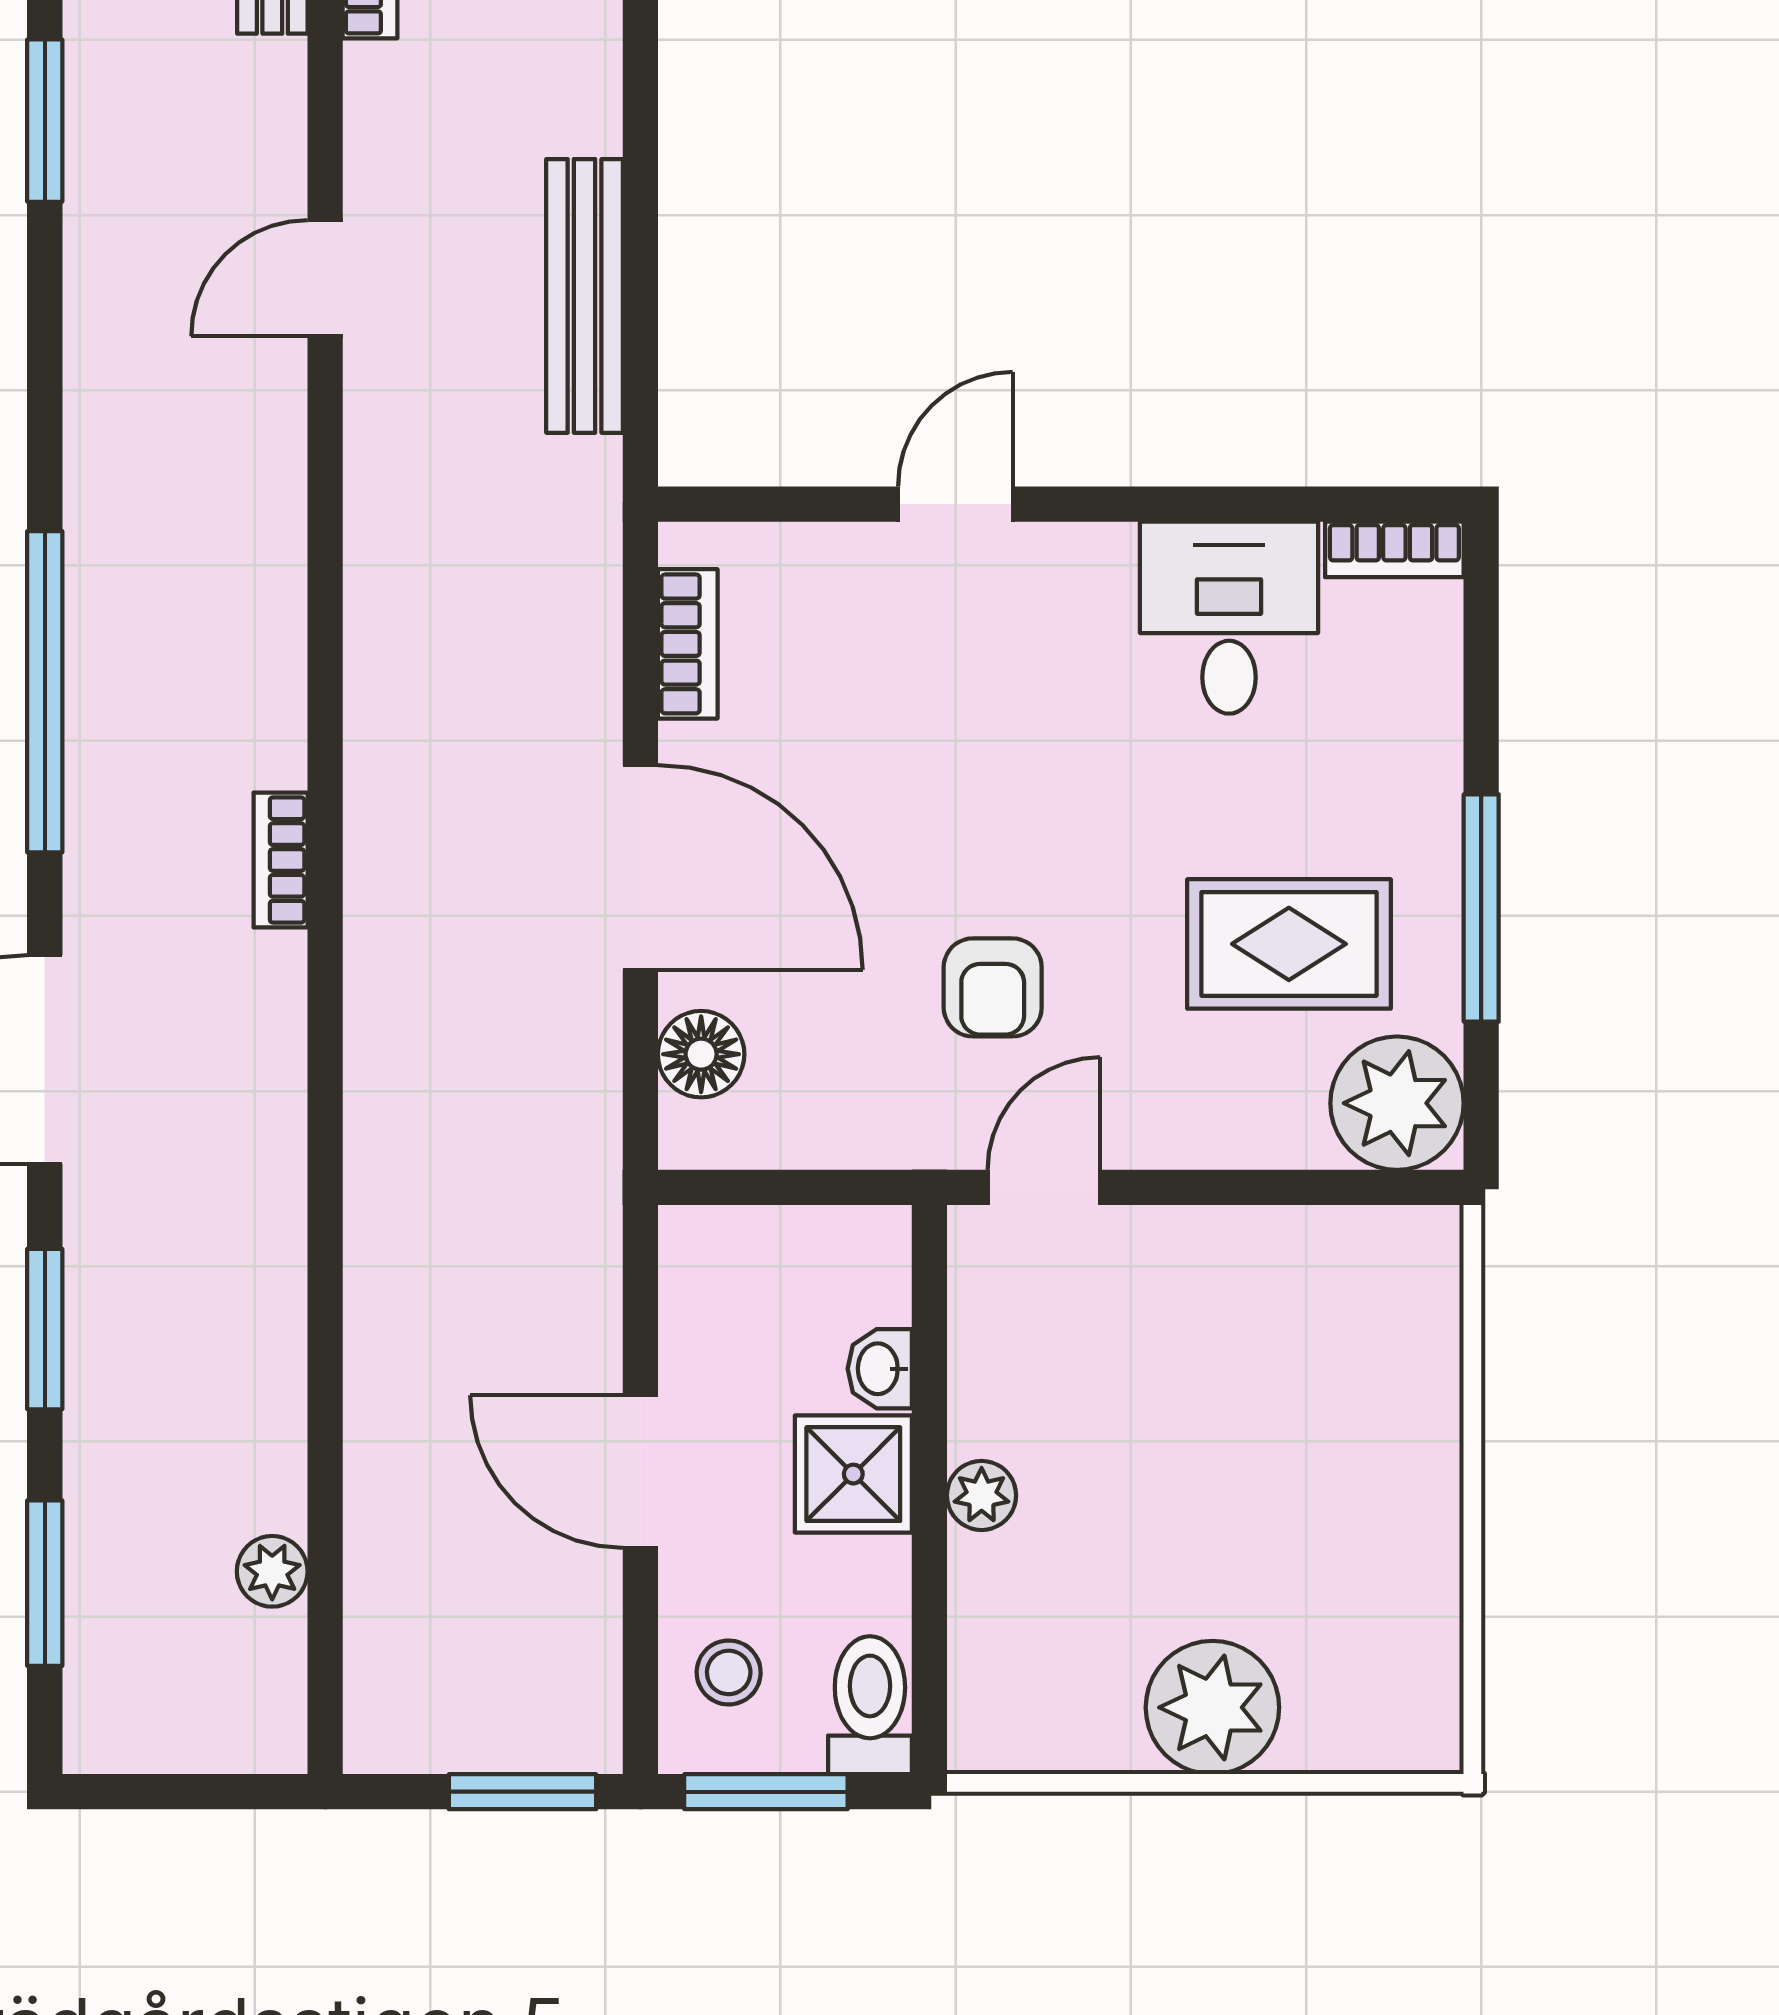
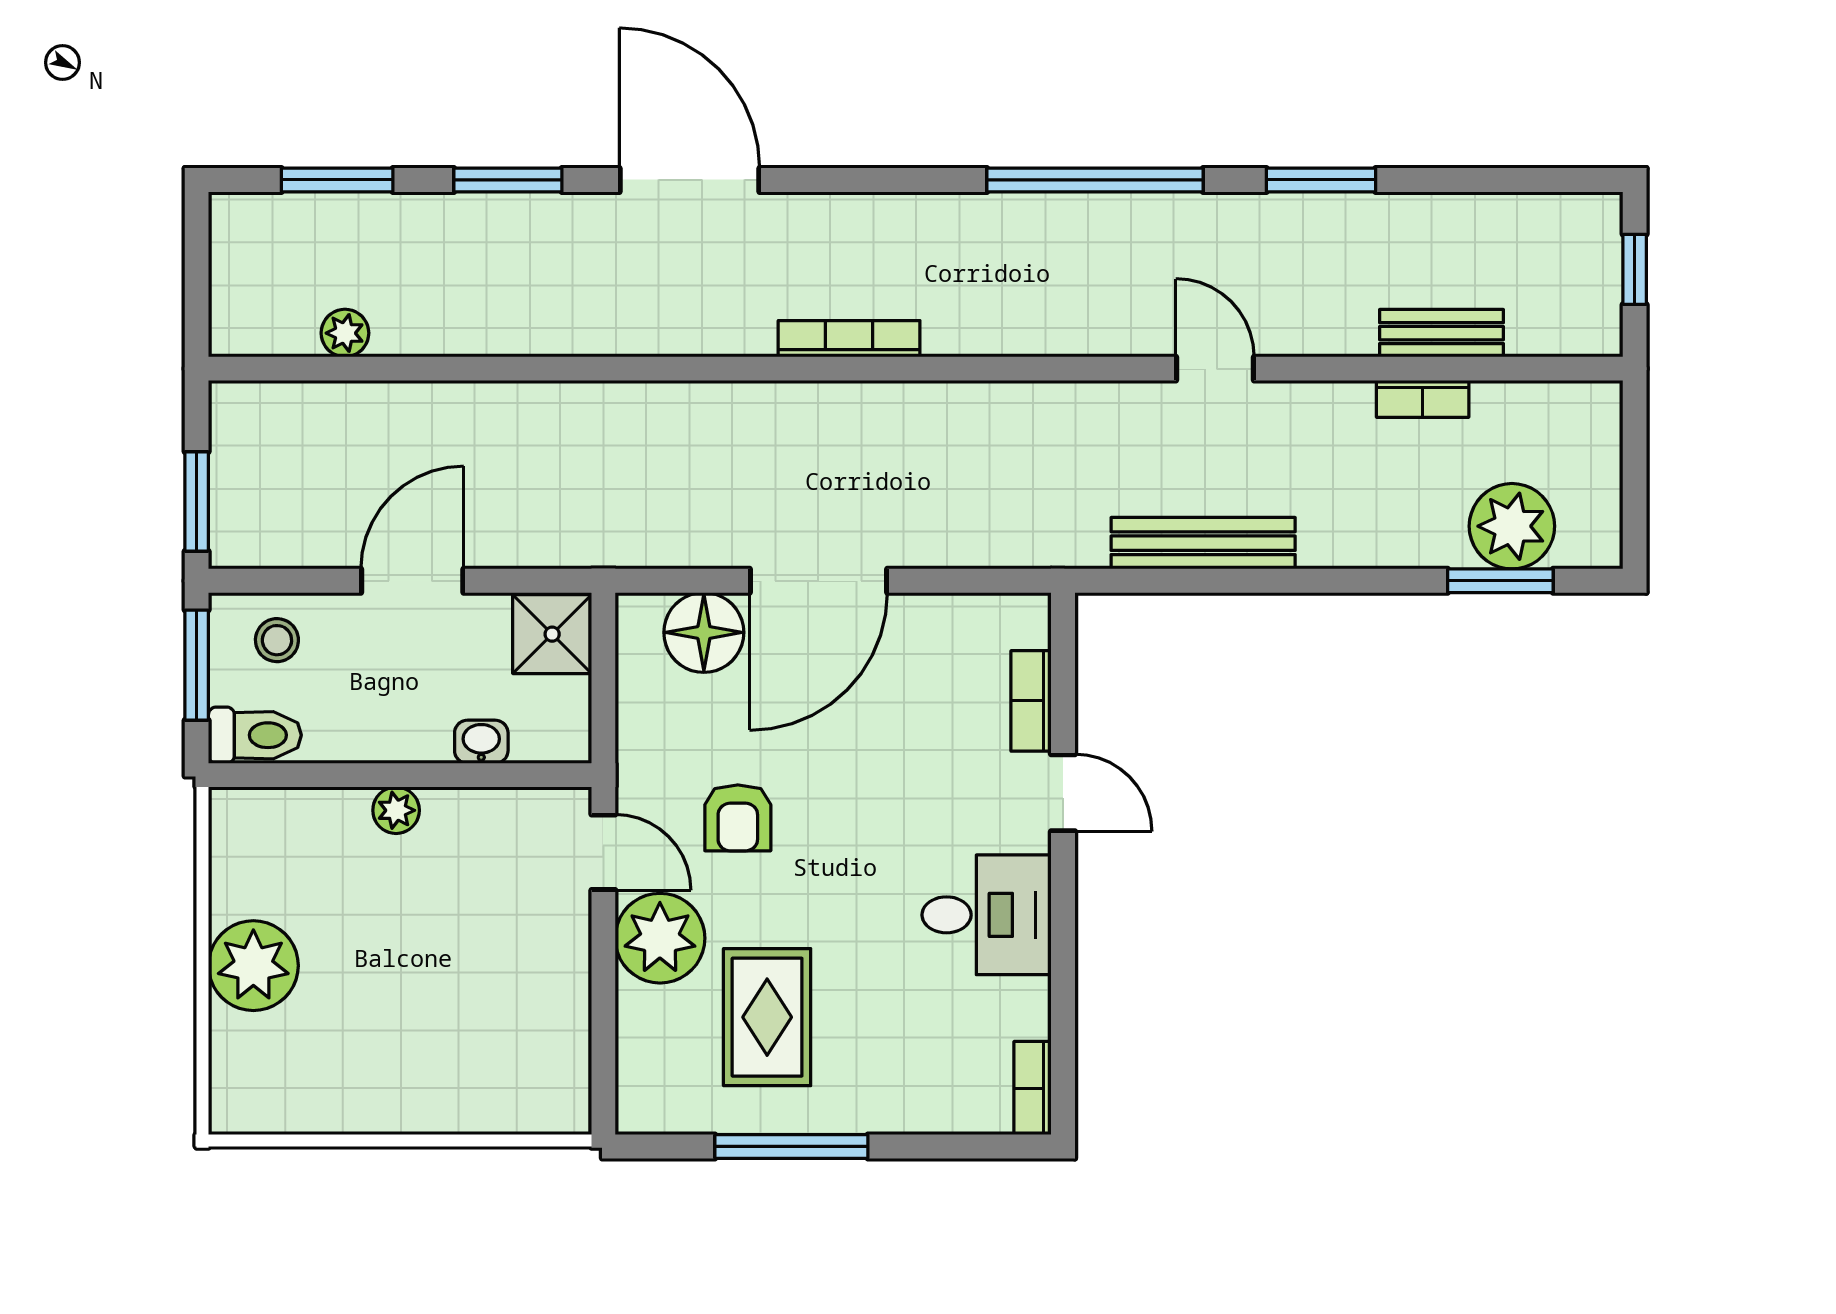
desk: (1229, 618) -> (987, 915), moved
bookcase: (688, 644) -> (1031, 701), moved, turned 90
window: (45, 692) -> (1095, 180), moved
bookcase: (281, 860) -> (849, 339), width x1.56
armchair: (993, 987) -> (738, 818), turned -90
floor lamp: (701, 1054) -> (704, 632), width x1.38, depth x1.38
plant: (1397, 1103) -> (660, 938), moved
shower: (853, 1474) -> (552, 634), moved

